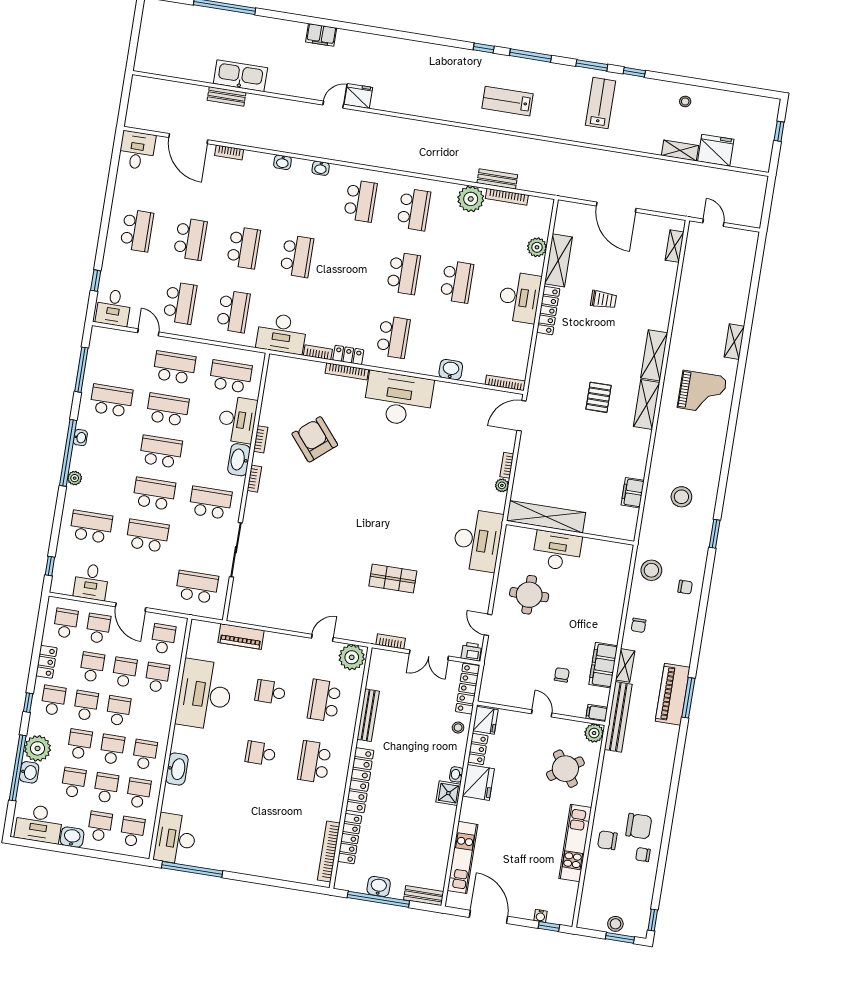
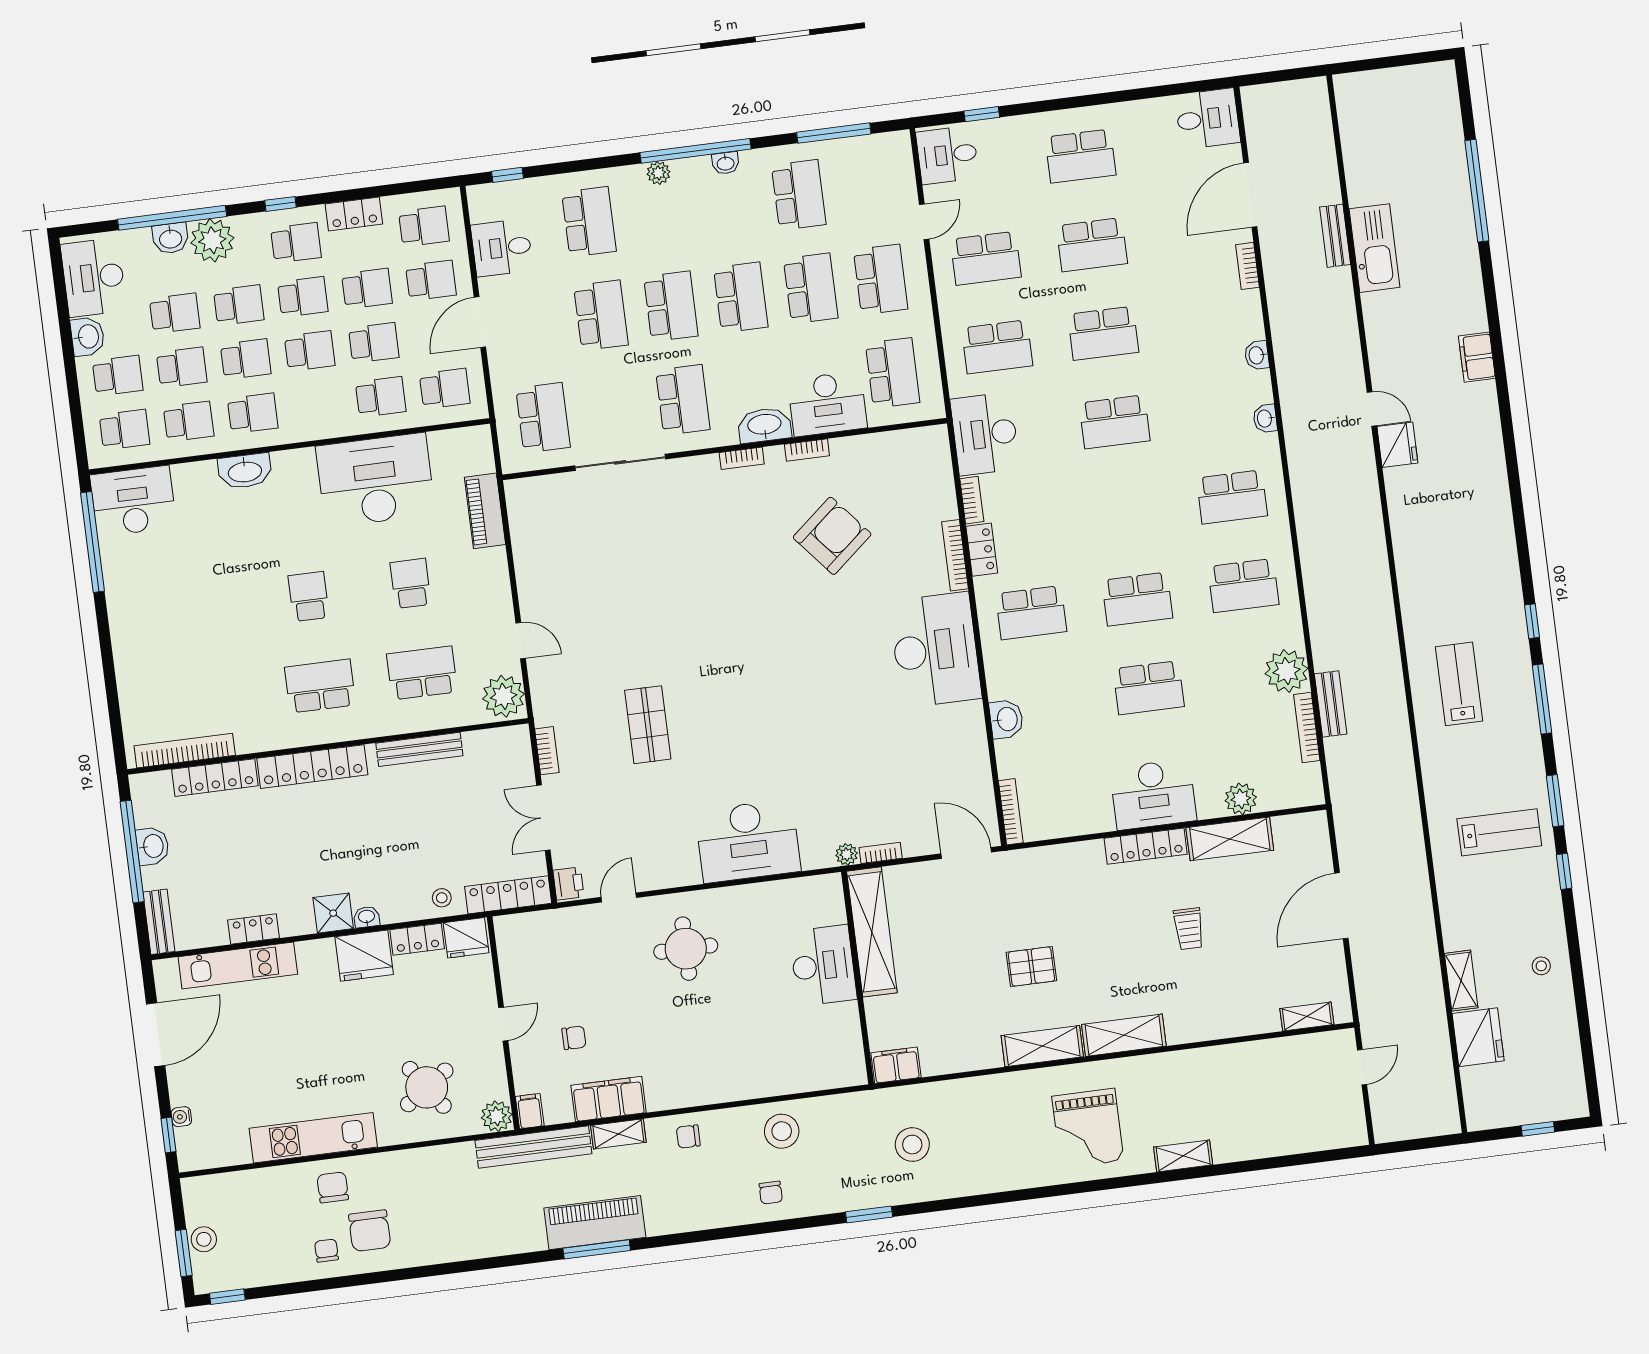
shelving: (546, 517) -> (872, 932), moved
wall: (570, 533) -> (857, 978), moved
desk: (557, 551) -> (823, 965), moved
locker: (444, 842) -> (254, 929), added

